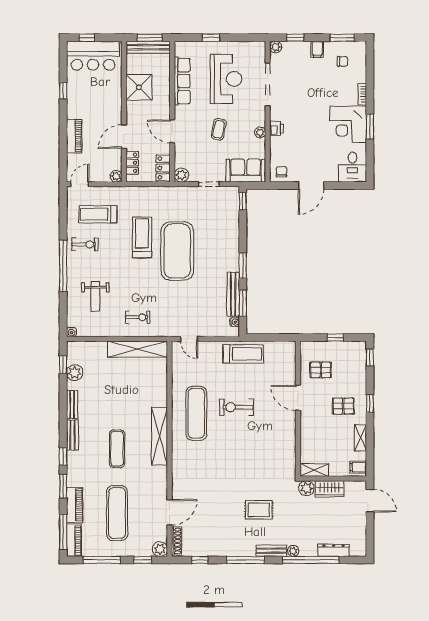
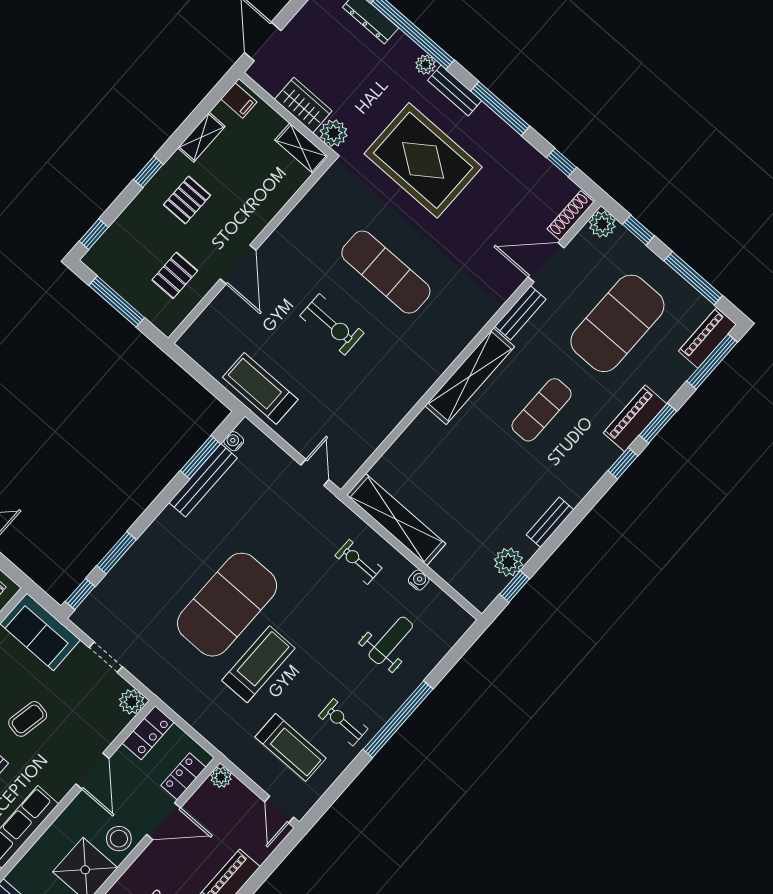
stool: (136, 113) -> (119, 839), added
door: (80, 184) -> (279, 809), hinge flipped
treadmill: (142, 237) -> (258, 664), turned 180
window: (243, 266) -> (117, 553), moved
water cooler: (71, 332) -> (419, 580), moved
window: (335, 338) -> (117, 301), width x2.17
pallet: (321, 370) -> (175, 275), turned 90
pallet: (343, 406) -> (187, 200), turned 90
exercise mat: (196, 413) -> (386, 272), moved, turned 90
bench: (72, 435) -> (520, 313), moved
piano: (75, 505) -> (635, 418), moved
rug: (259, 510) -> (423, 160), width x1.86, depth x2.06
exercise mat: (117, 513) -> (617, 323), width x1.47

